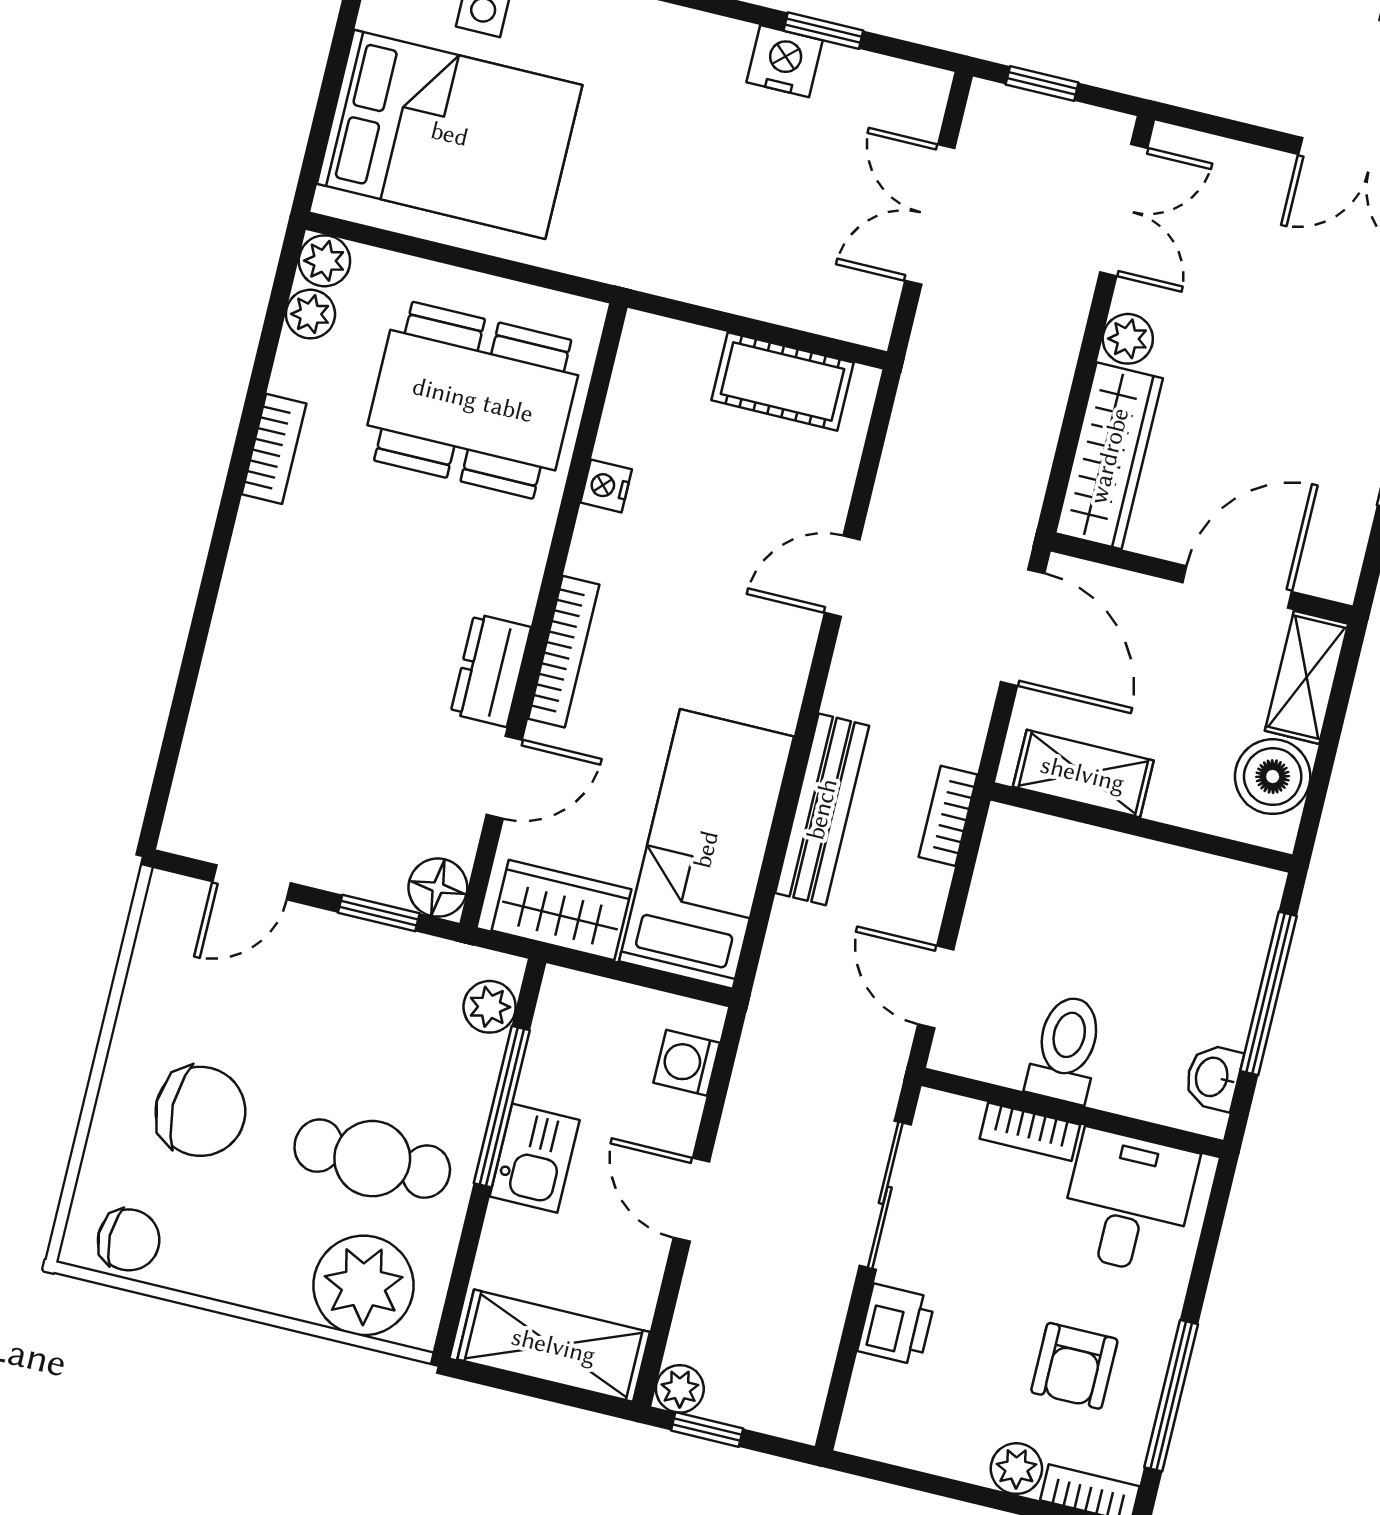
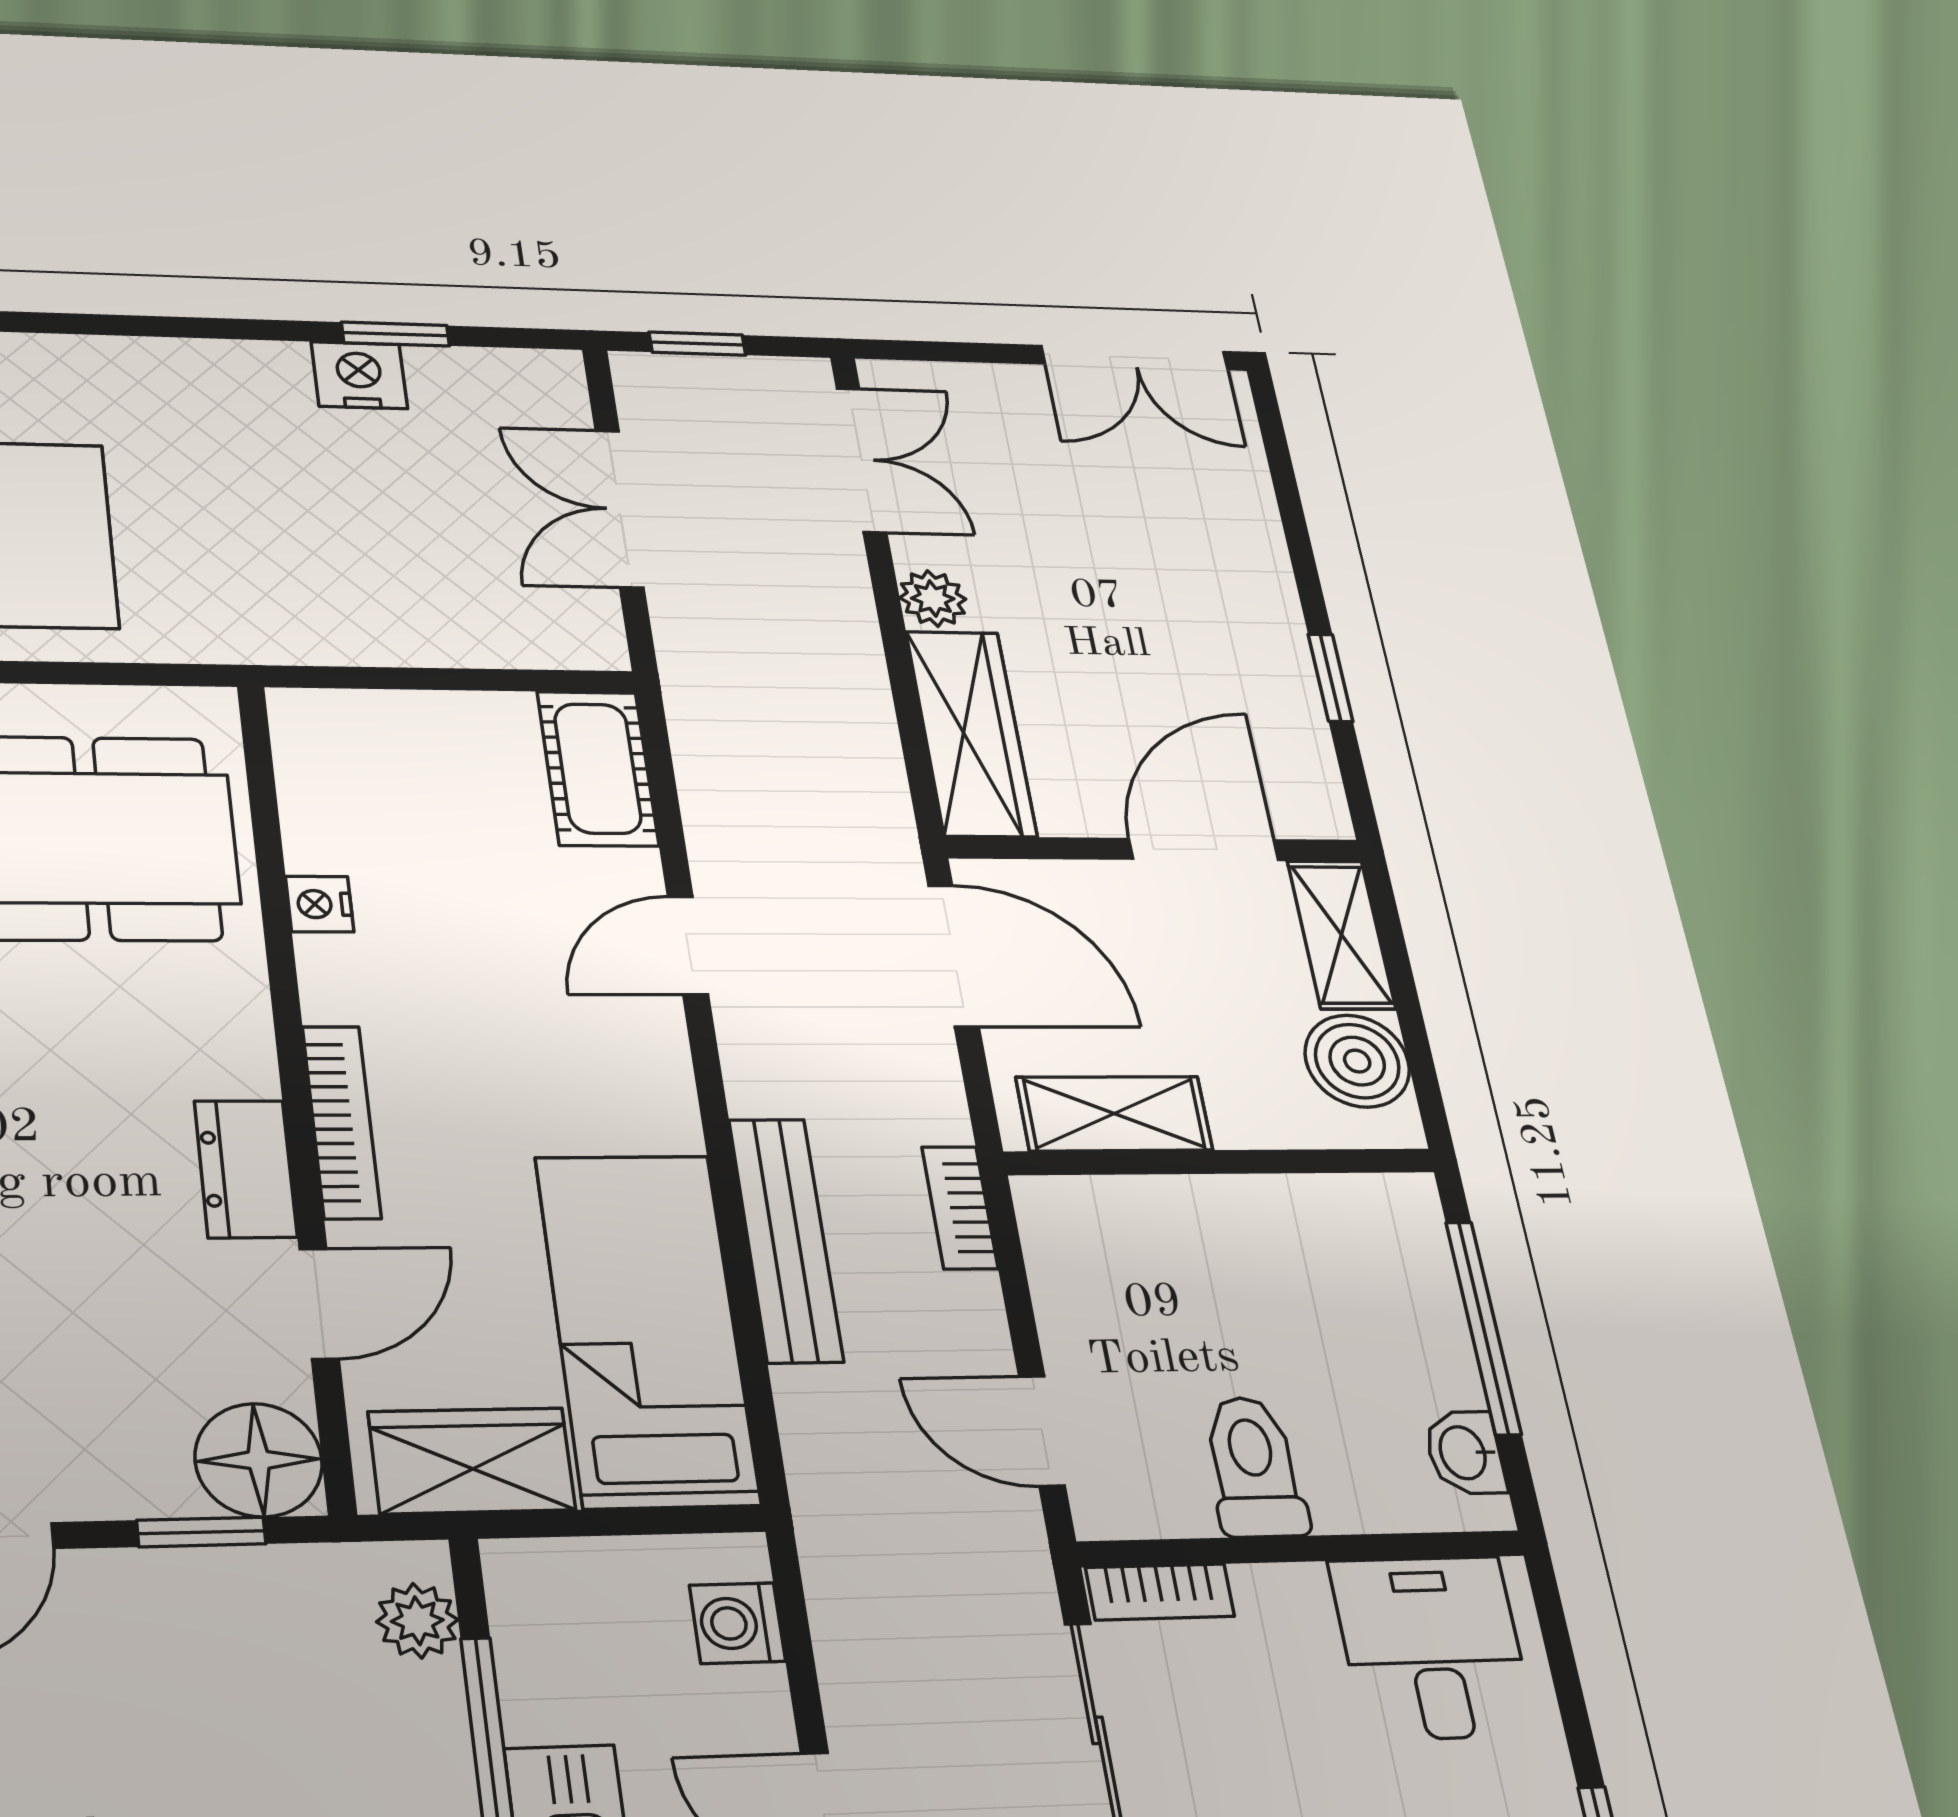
cot: (782, 381) -> (598, 768), moved, turned 90
floor lamp: (438, 888) -> (259, 1460), width x1.38, depth x1.38
bookcase: (1030, 1132) -> (1160, 1592), moved

